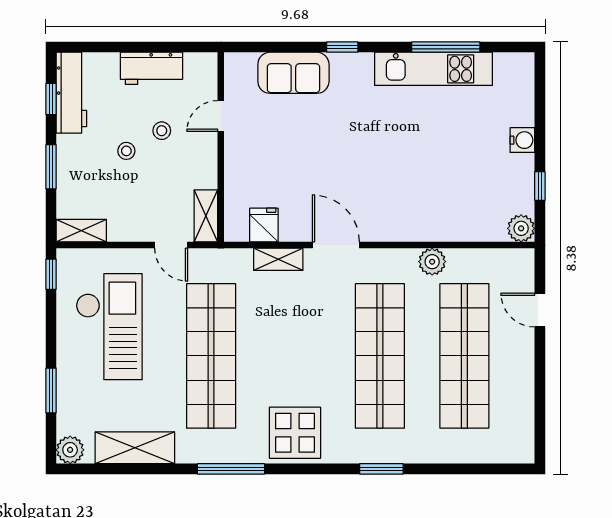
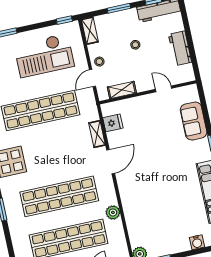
stool: (162, 131) -> (99, 62), moved
water cooler: (522, 140) -> (197, 242), moved
shelving: (206, 216) -> (122, 90), moved

